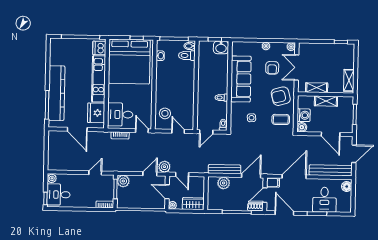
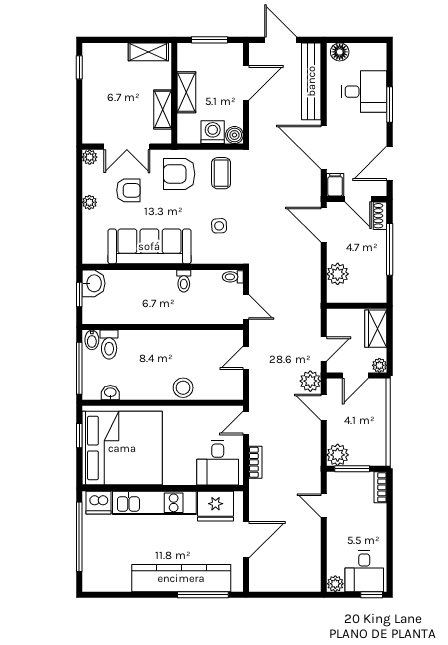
armchair: (281, 96) -> (179, 174), turned 105
stool: (165, 113) -> (183, 388), moved
bench: (225, 169) -> (313, 273), removed

